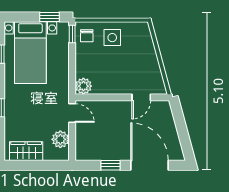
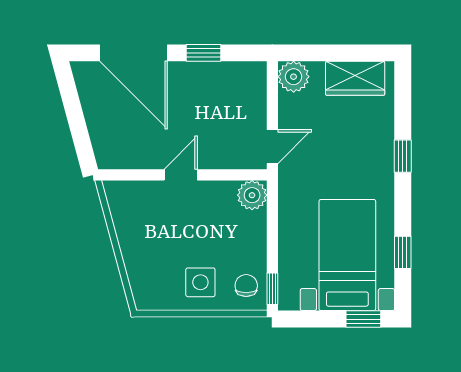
window: (50, 17) -> (363, 319), moved
door: (141, 97) -> (181, 175), moved
door: (72, 113) -> (272, 147), swing flipped
plant: (60, 139) -> (294, 77), moved

